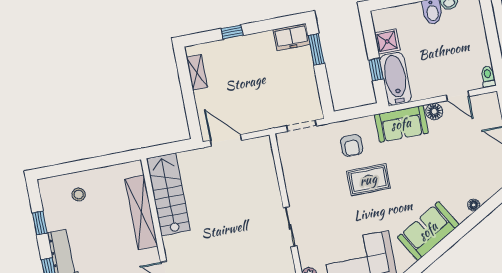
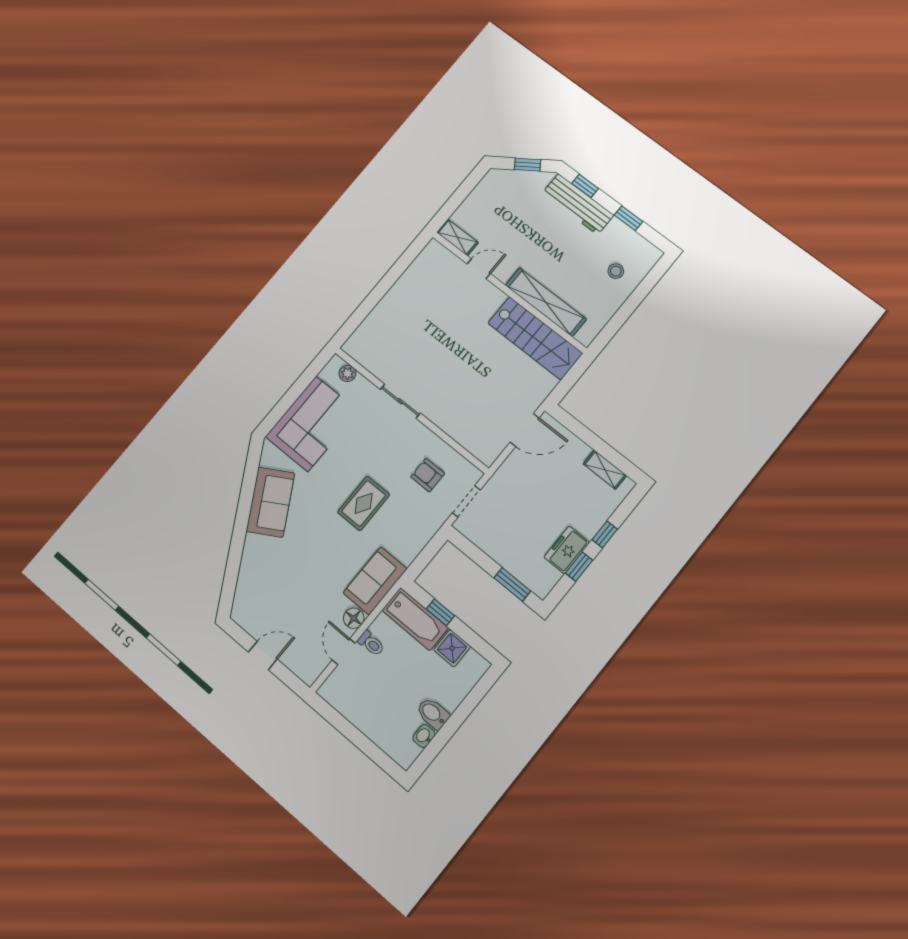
window: (265, 26) -> (579, 567), added
freezer: (291, 37) -> (567, 550), moved
toilet: (488, 77) -> (371, 643), moved
door: (458, 96) -> (344, 652), hinge flipped
armchair: (352, 145) -> (428, 475), moved
floor lamp: (474, 205) -> (247, 561), removed

